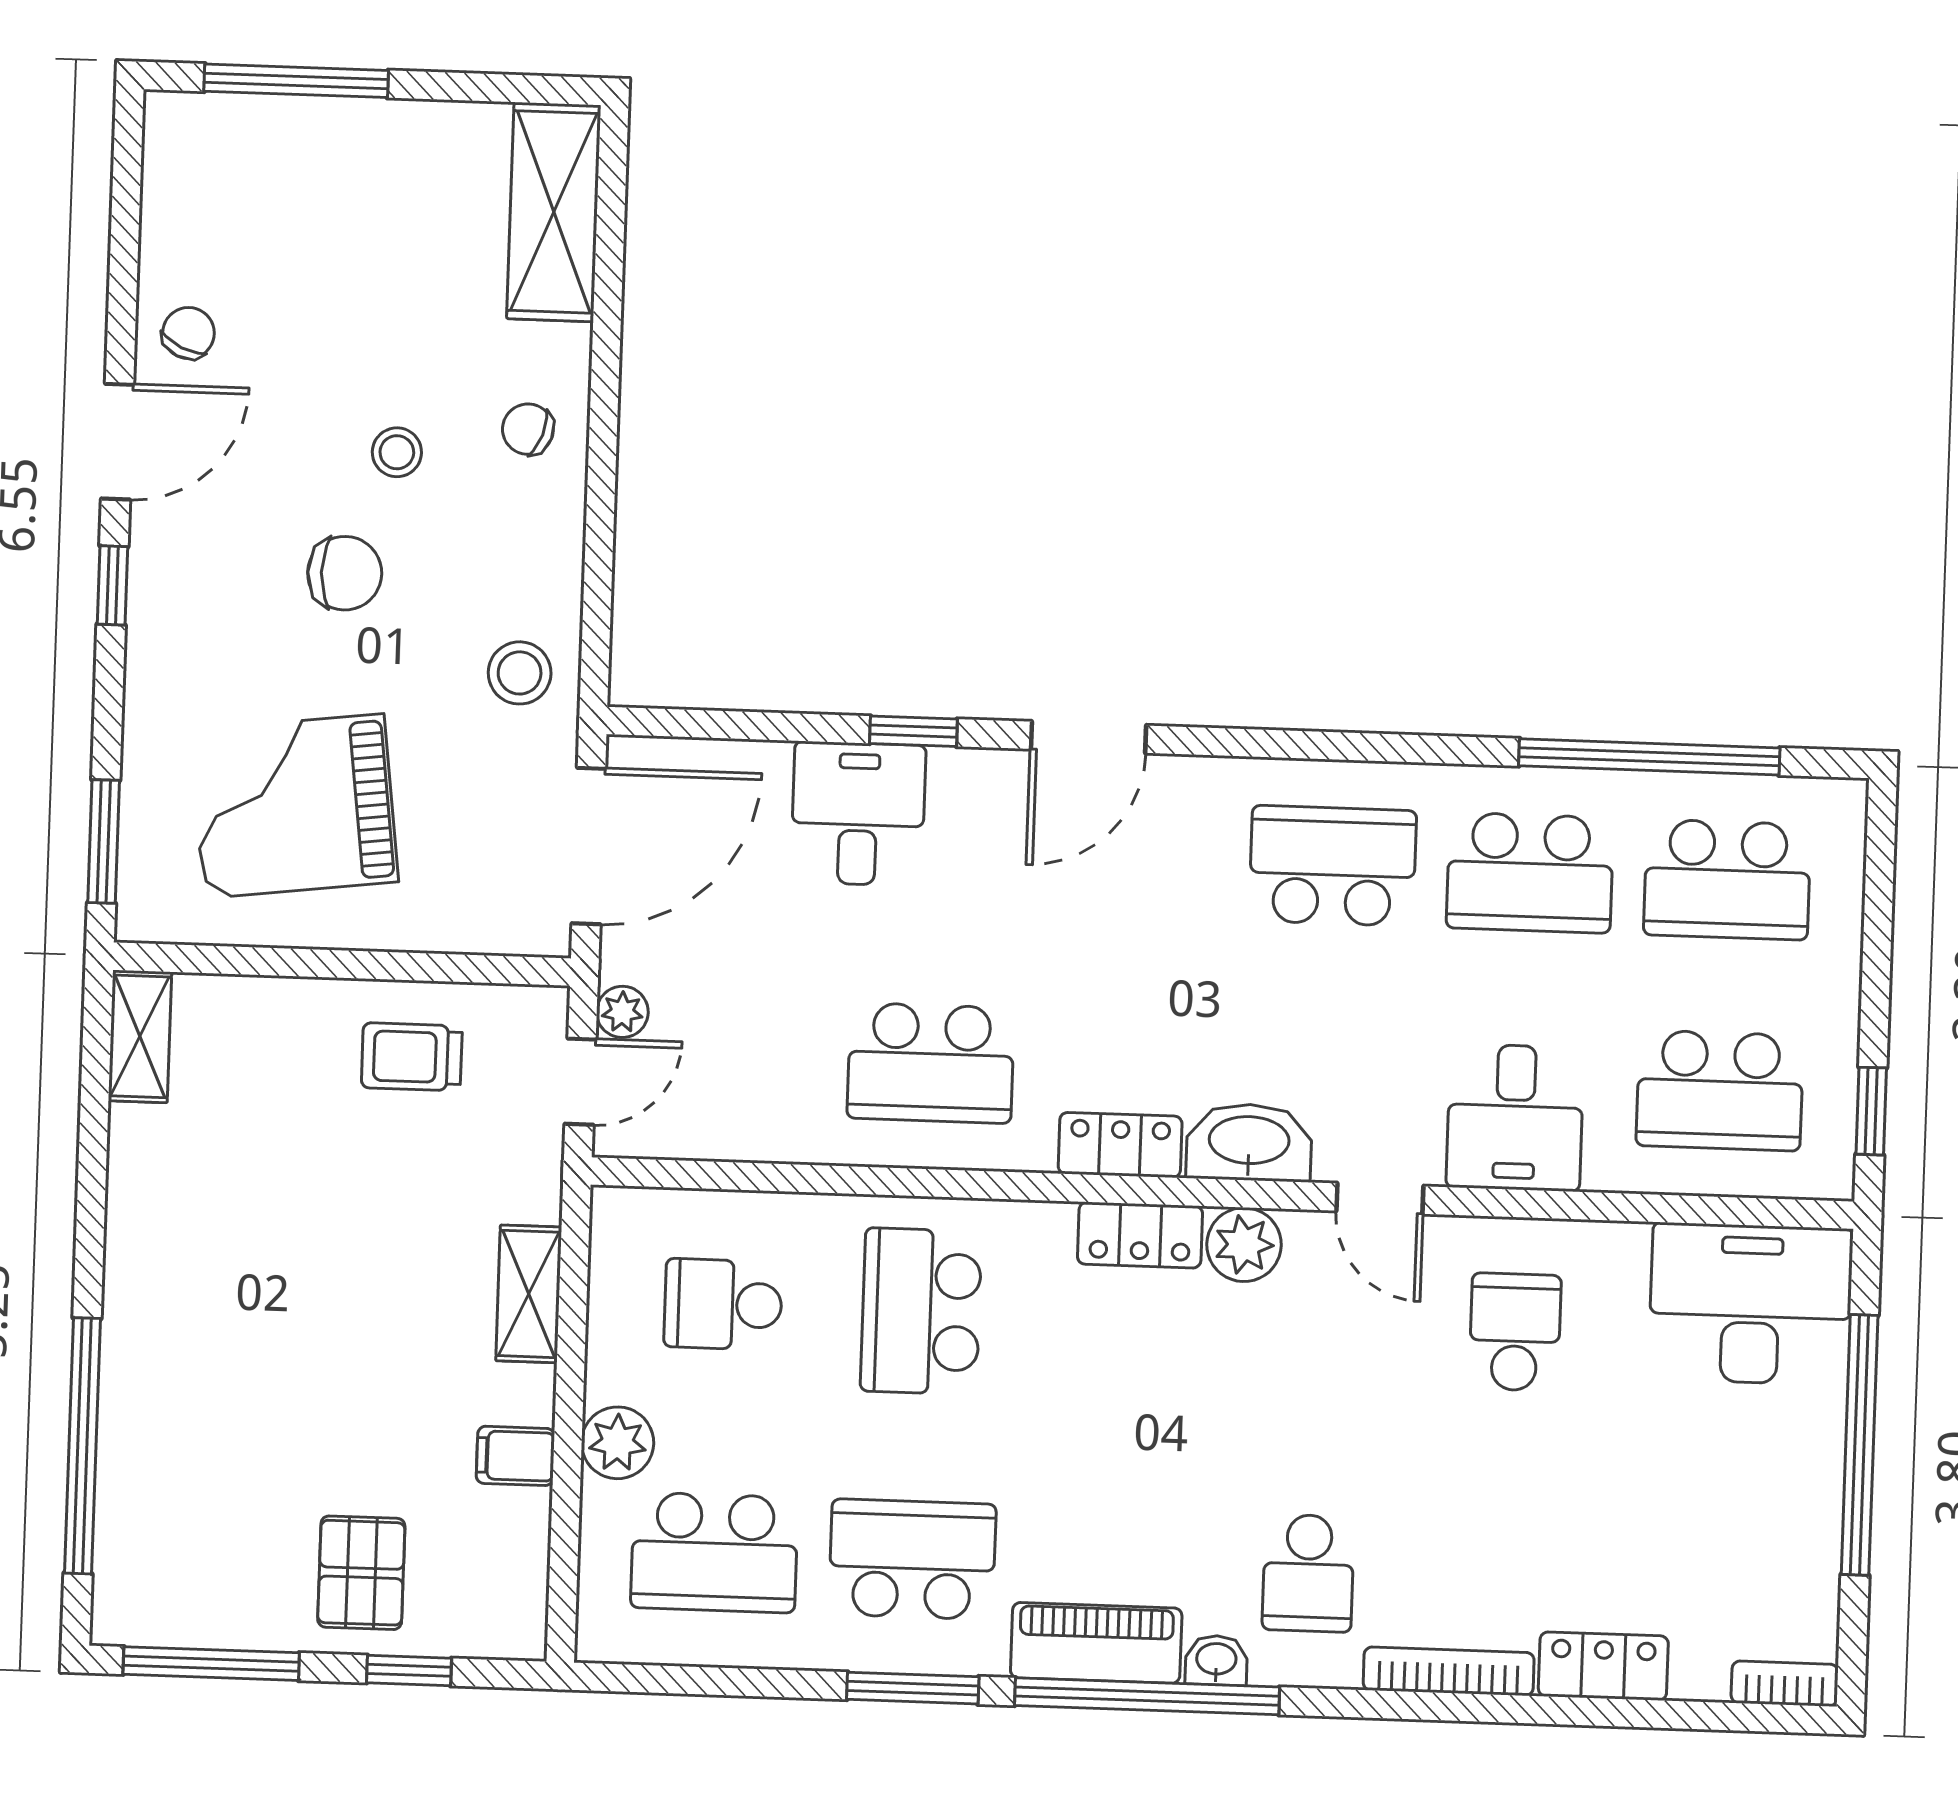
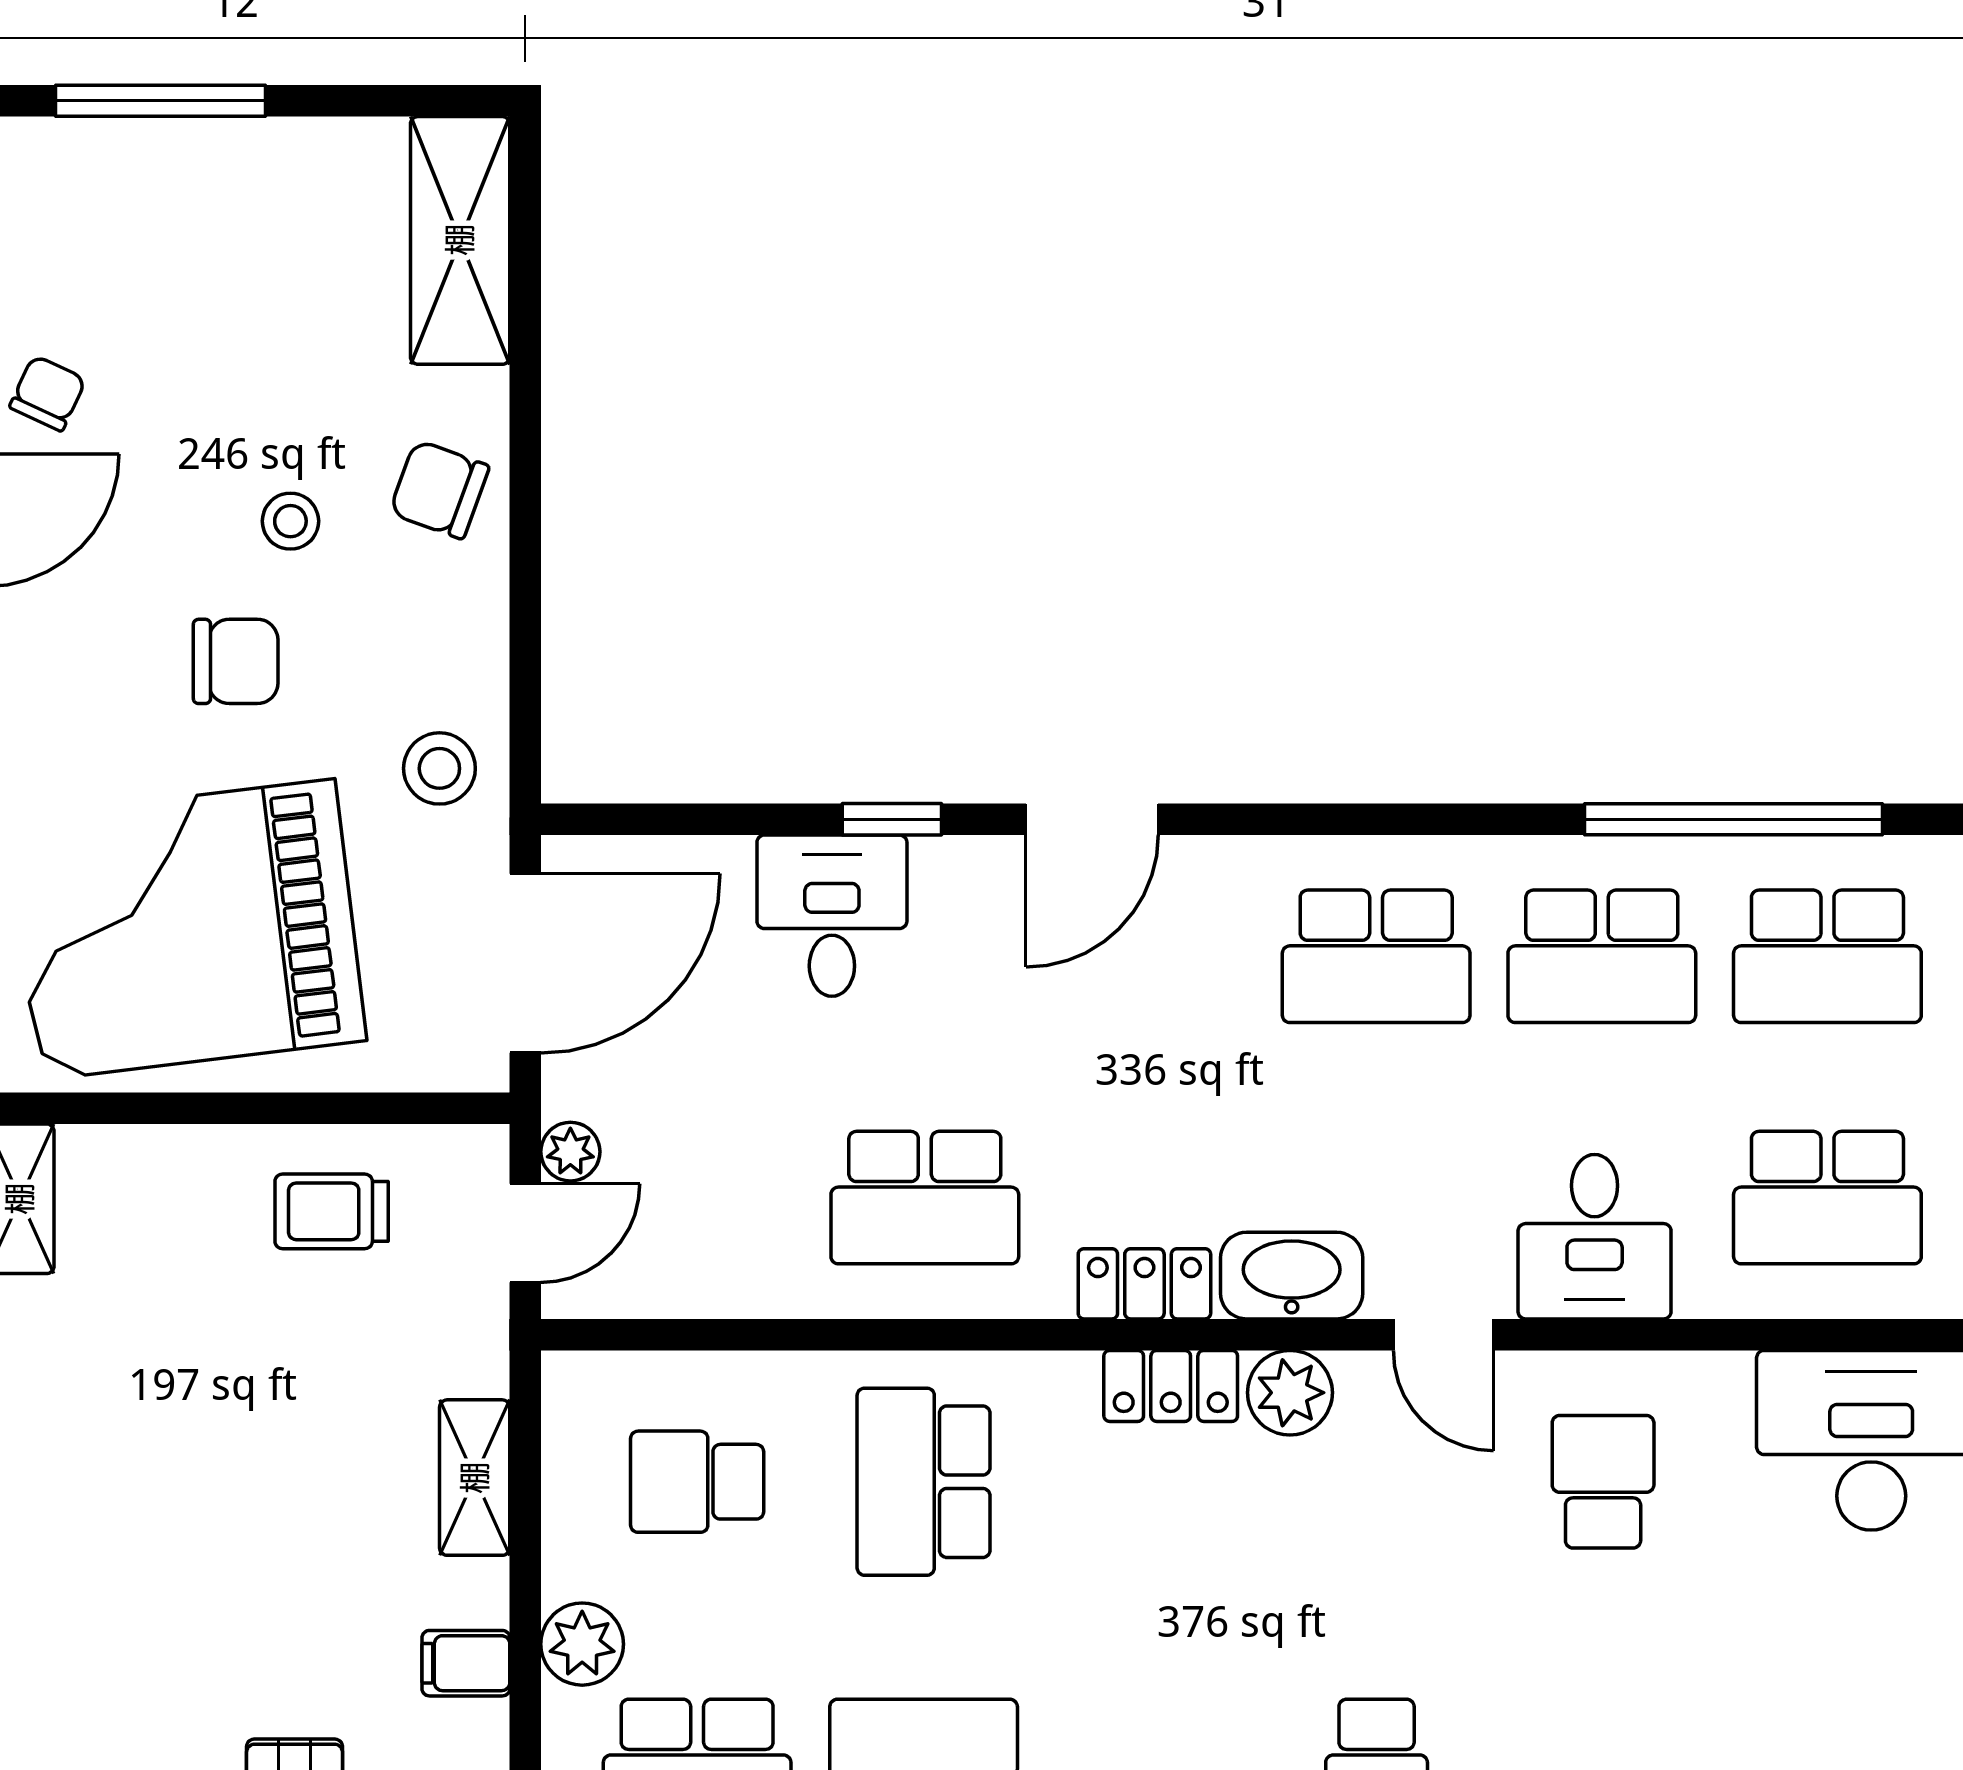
chair: (528, 429) -> (439, 490), width x1.37, depth x1.37
grand piano: (294, 806) -> (187, 930), width x1.37, depth x1.48
school desk: (1333, 866) -> (1376, 956), turned 180

